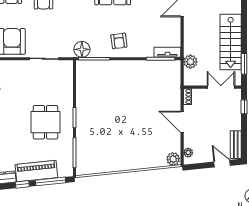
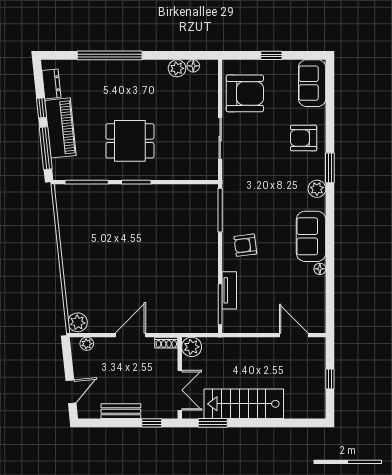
floor lamp: (82, 49) -> (233, 193), removed
tv unit: (167, 52) -> (229, 290), moved
plant: (190, 62) -> (192, 347), moved
bench: (236, 145) -> (121, 411), moved

